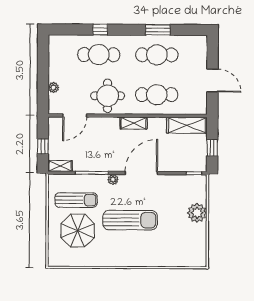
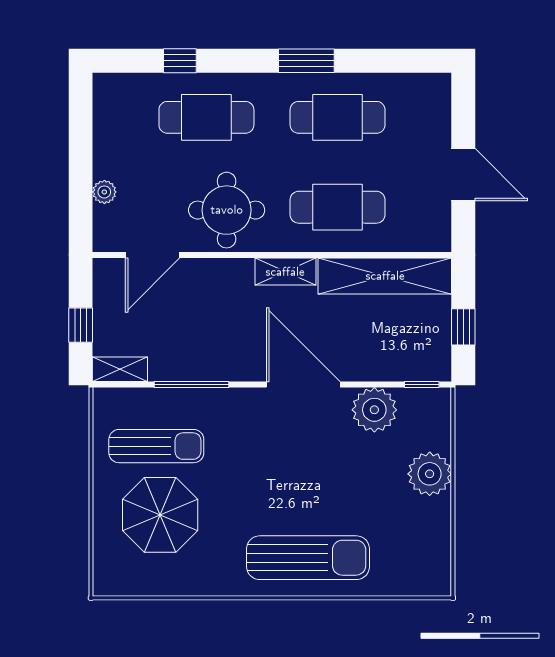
window: (100, 30) -> (180, 61), moved
window: (158, 30) -> (306, 61), moved
shelving: (187, 125) -> (385, 276), width x1.47
door: (141, 173) -> (303, 384), hinge flipped
plant: (113, 180) -> (374, 410), moved, width x1.88, depth x1.88
sun lounger: (130, 220) -> (308, 558), moved

